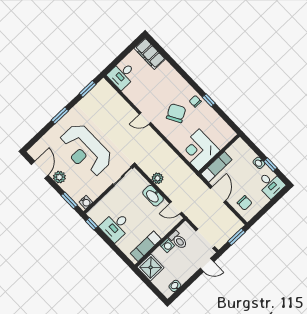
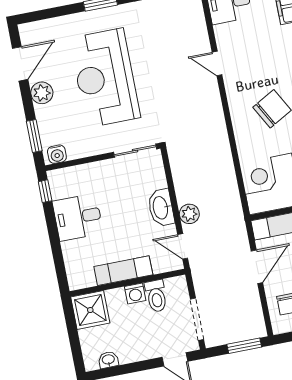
door: (145, 118) -> (217, 63), moved
plant: (158, 178) -> (189, 214), moved
exam couch: (146, 246) -> (123, 271), moved

